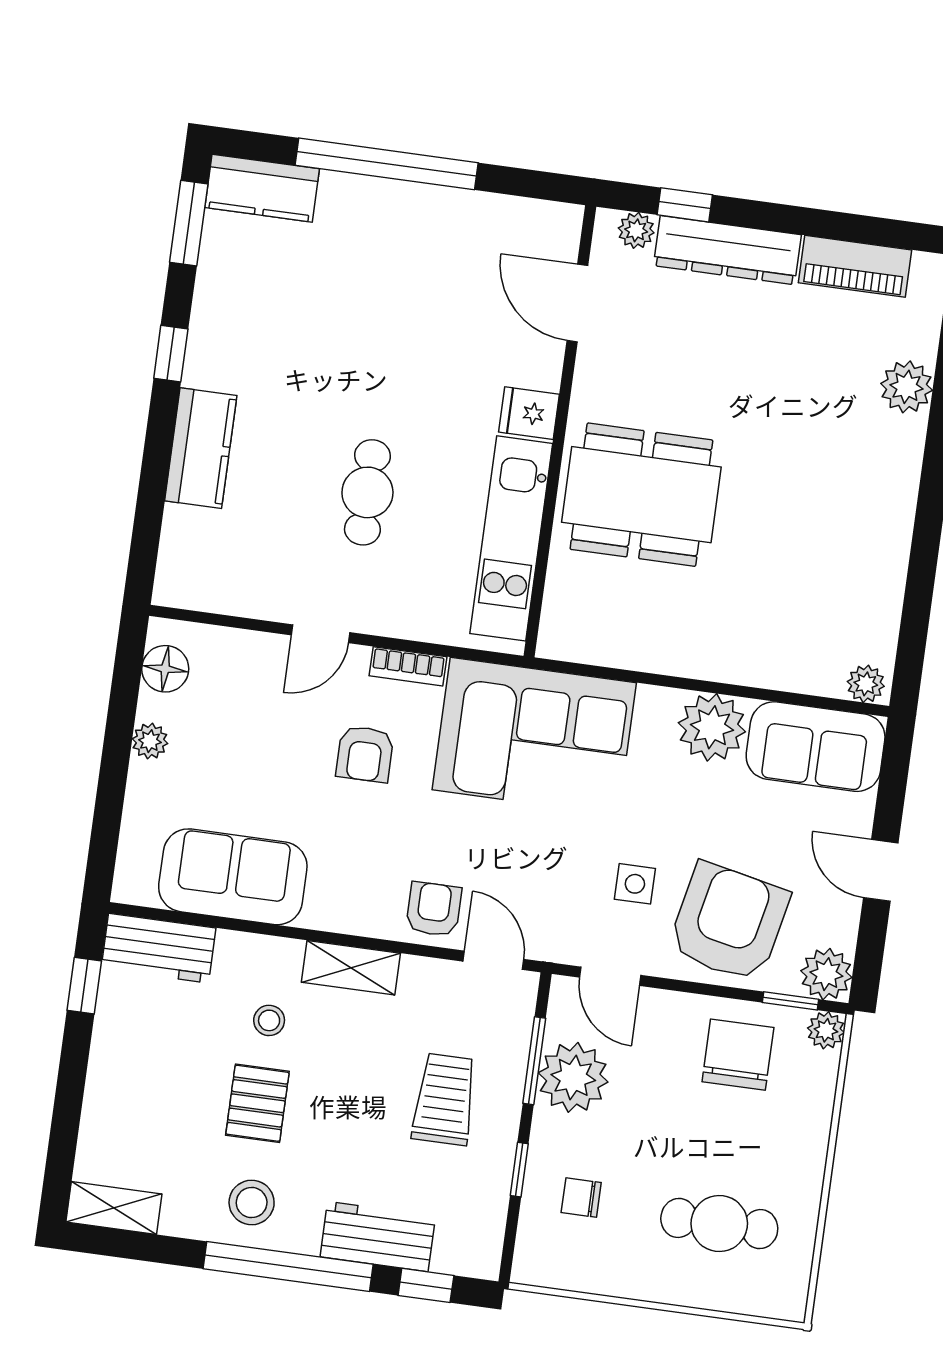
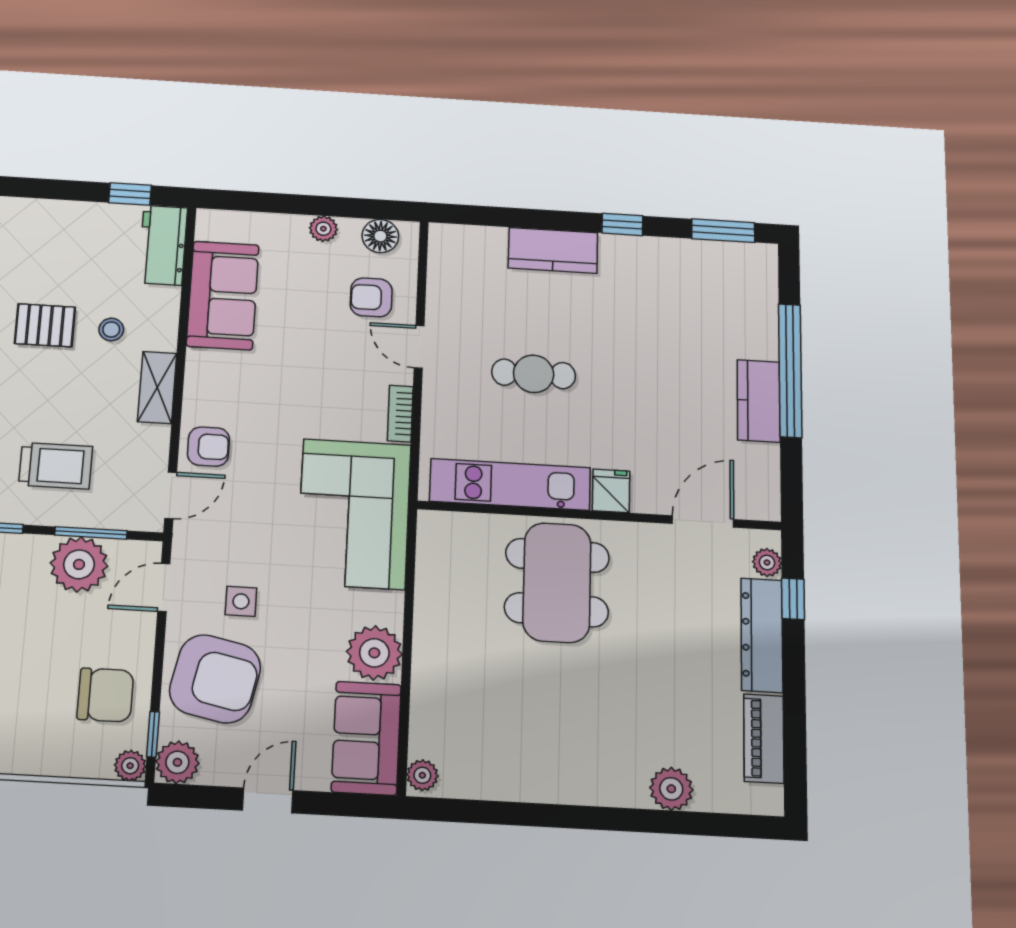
kitchen counter: (262, 188) -> (759, 401), moved
armchair: (365, 754) -> (371, 297), moved

